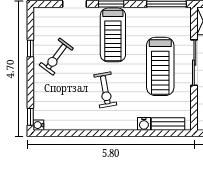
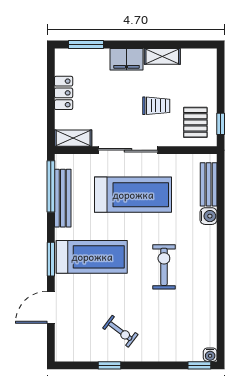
bench: (158, 13) -> (63, 198), added
exercise bike: (56, 57) -> (120, 331), width x0.73, depth x0.72
exercise bike: (105, 90) -> (164, 267), turned -80

